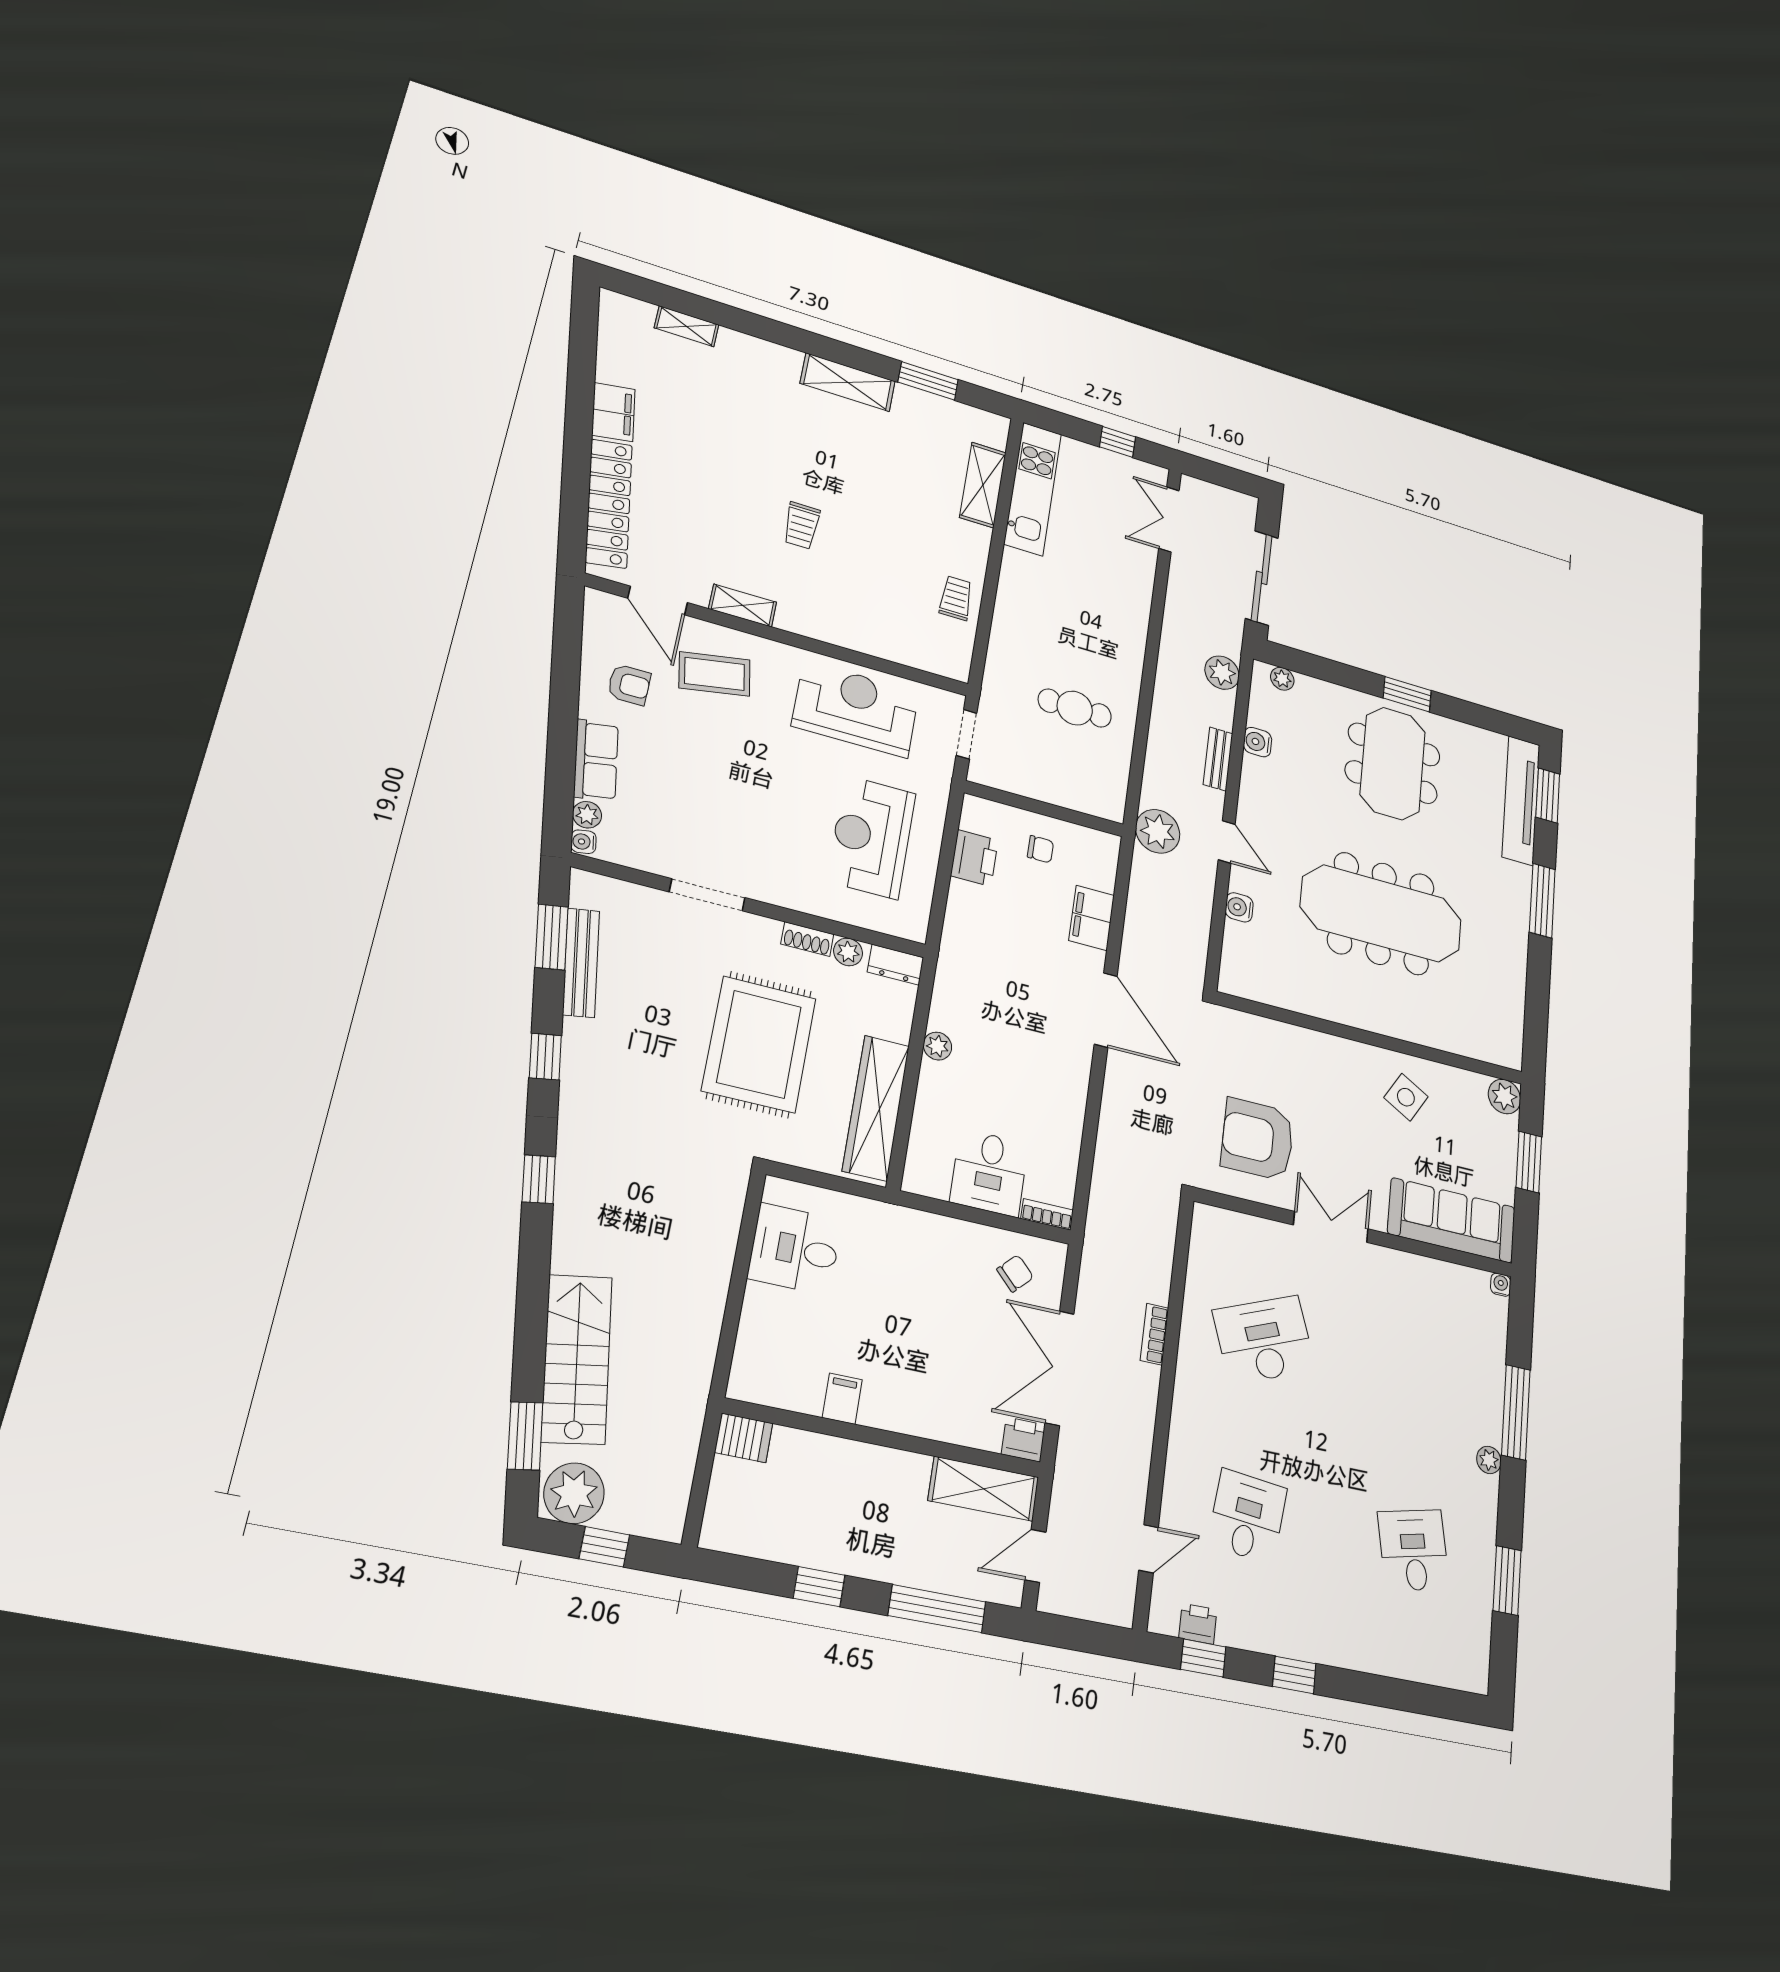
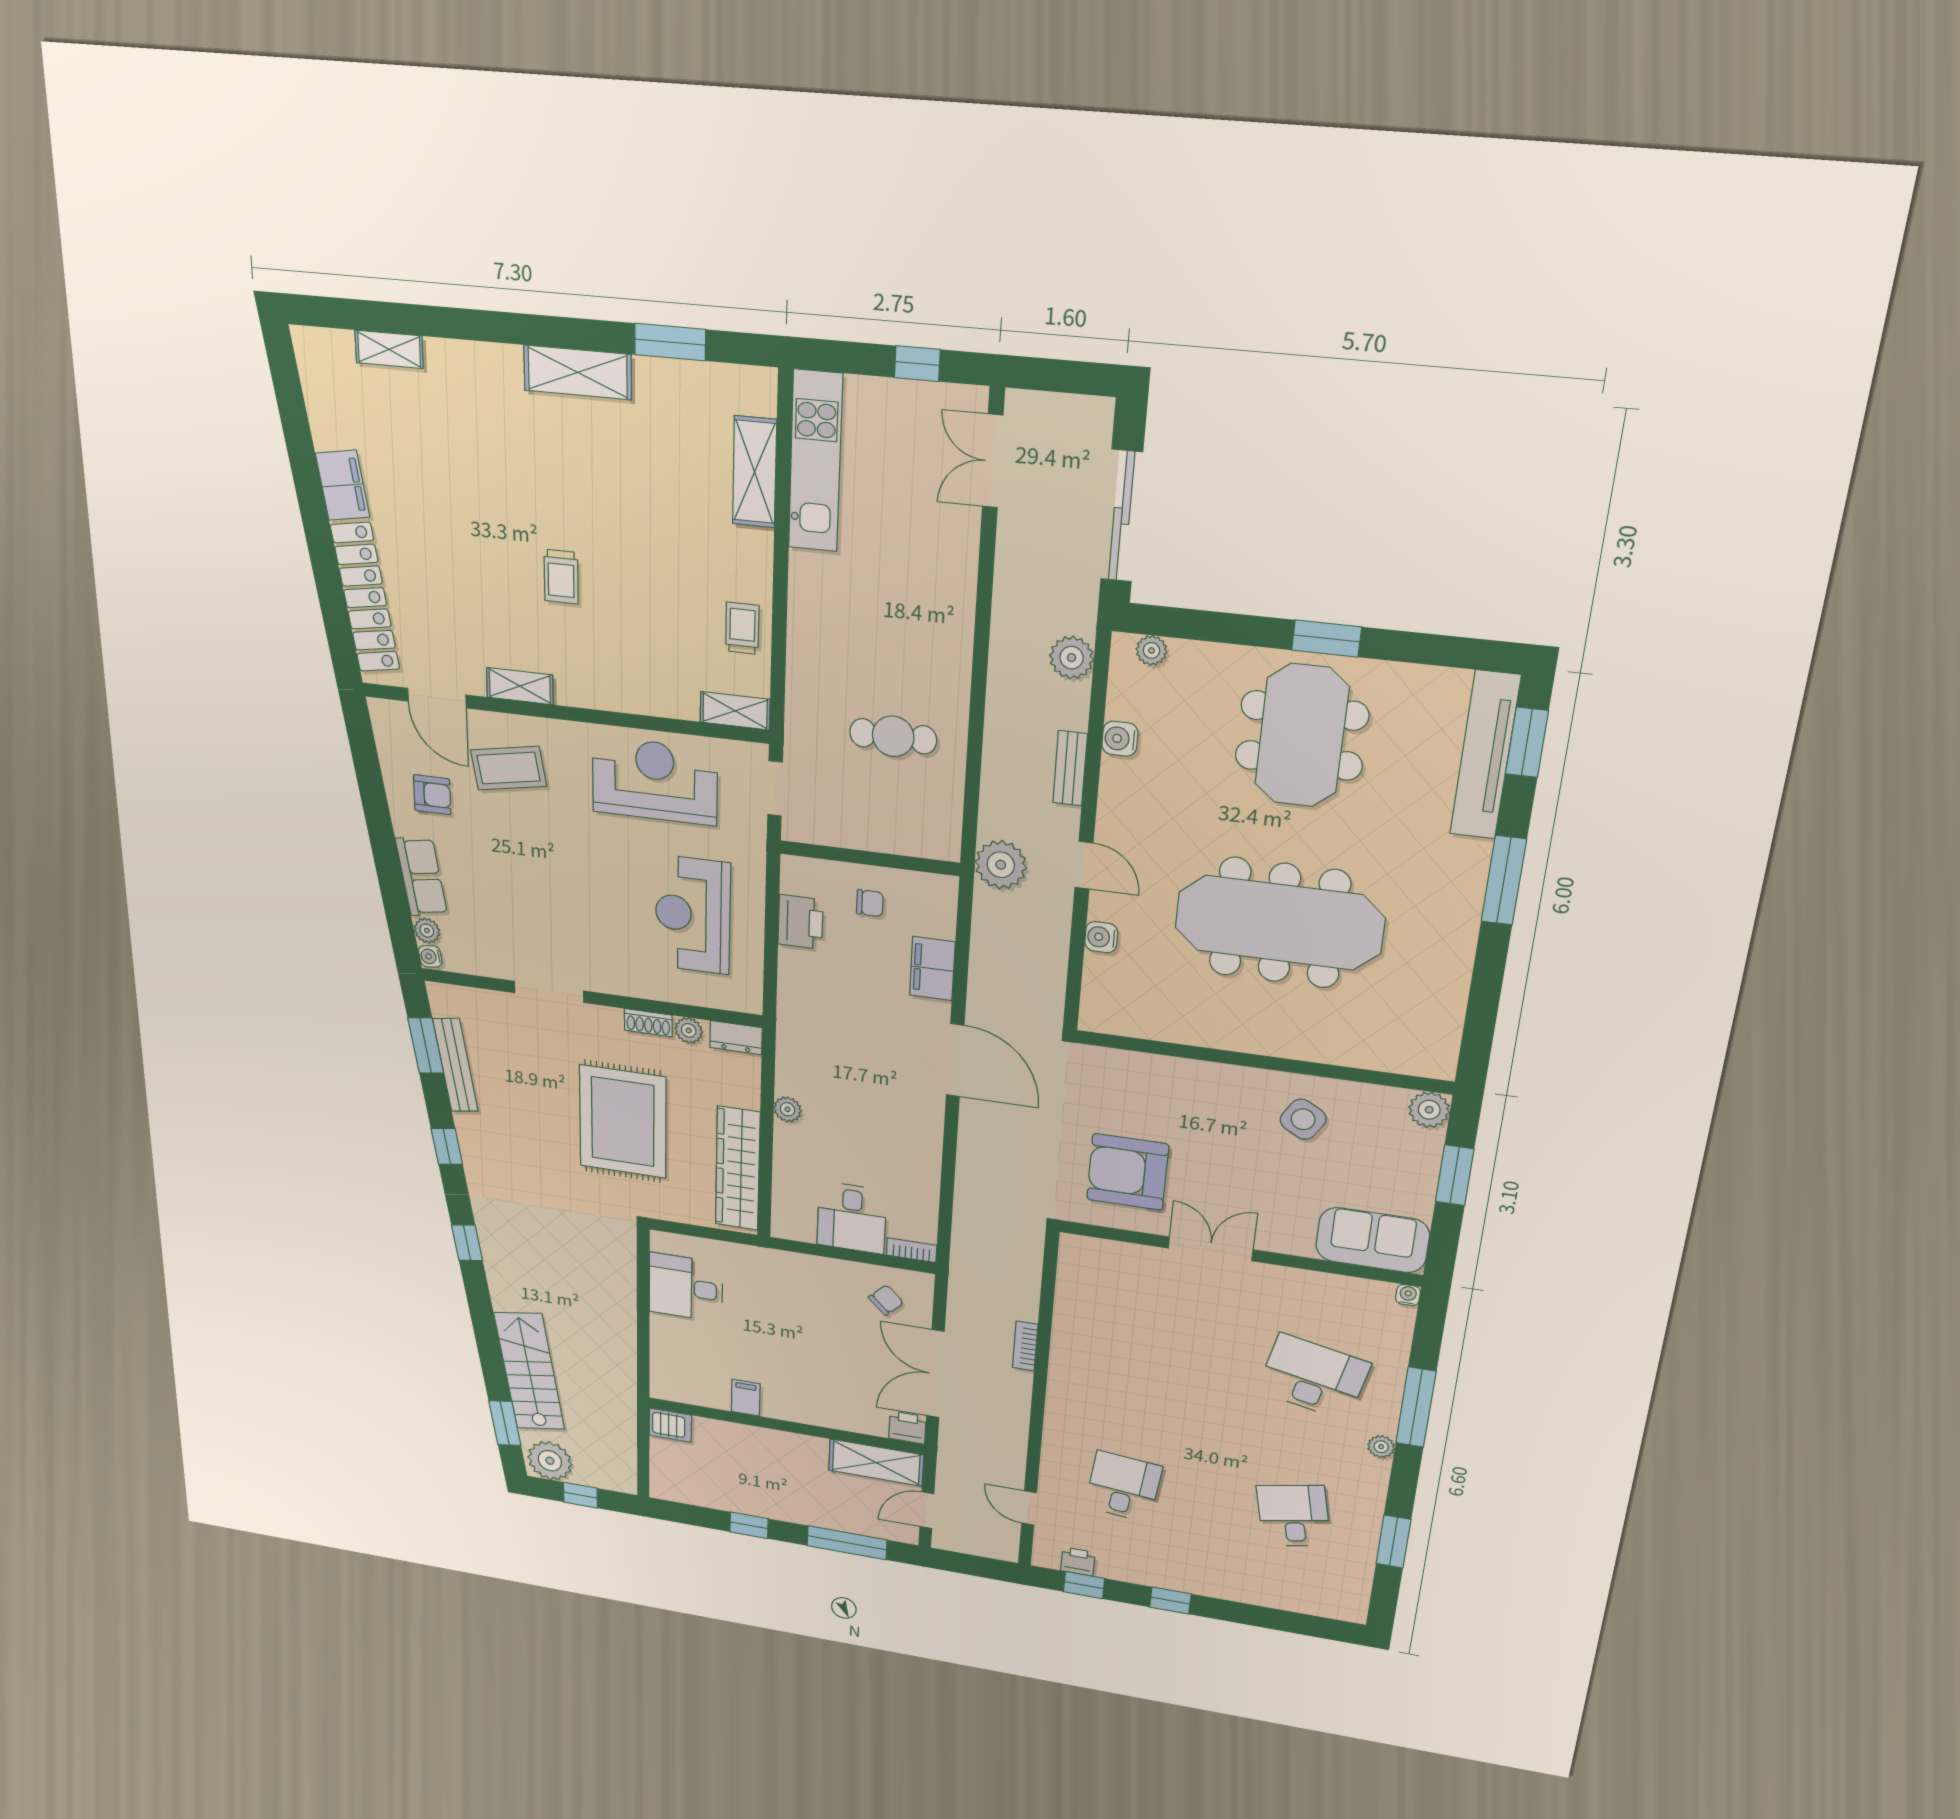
shelving: (940, 663) -> (735, 711), added
sofa: (1452, 1220) -> (1372, 1240), width x0.73
desk: (1264, 1340) -> (1313, 1377), moved, turned 33
door: (1149, 1549) -> (1029, 1508), swing flipped

